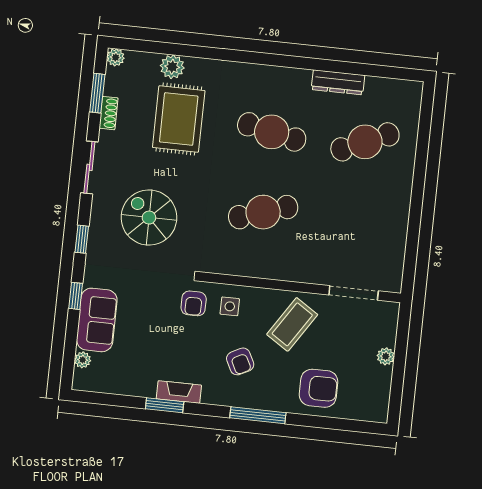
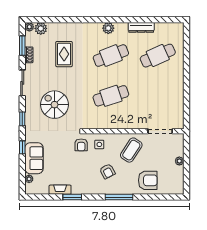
plant: (172, 67) -> (41, 28), moved
plant: (272, 77) -> (108, 28), added
rug: (179, 119) -> (64, 54), width x0.73, depth x0.70
cafe table: (272, 132) -> (111, 56), turned -33
fireplace: (179, 392) -> (60, 190), moved

